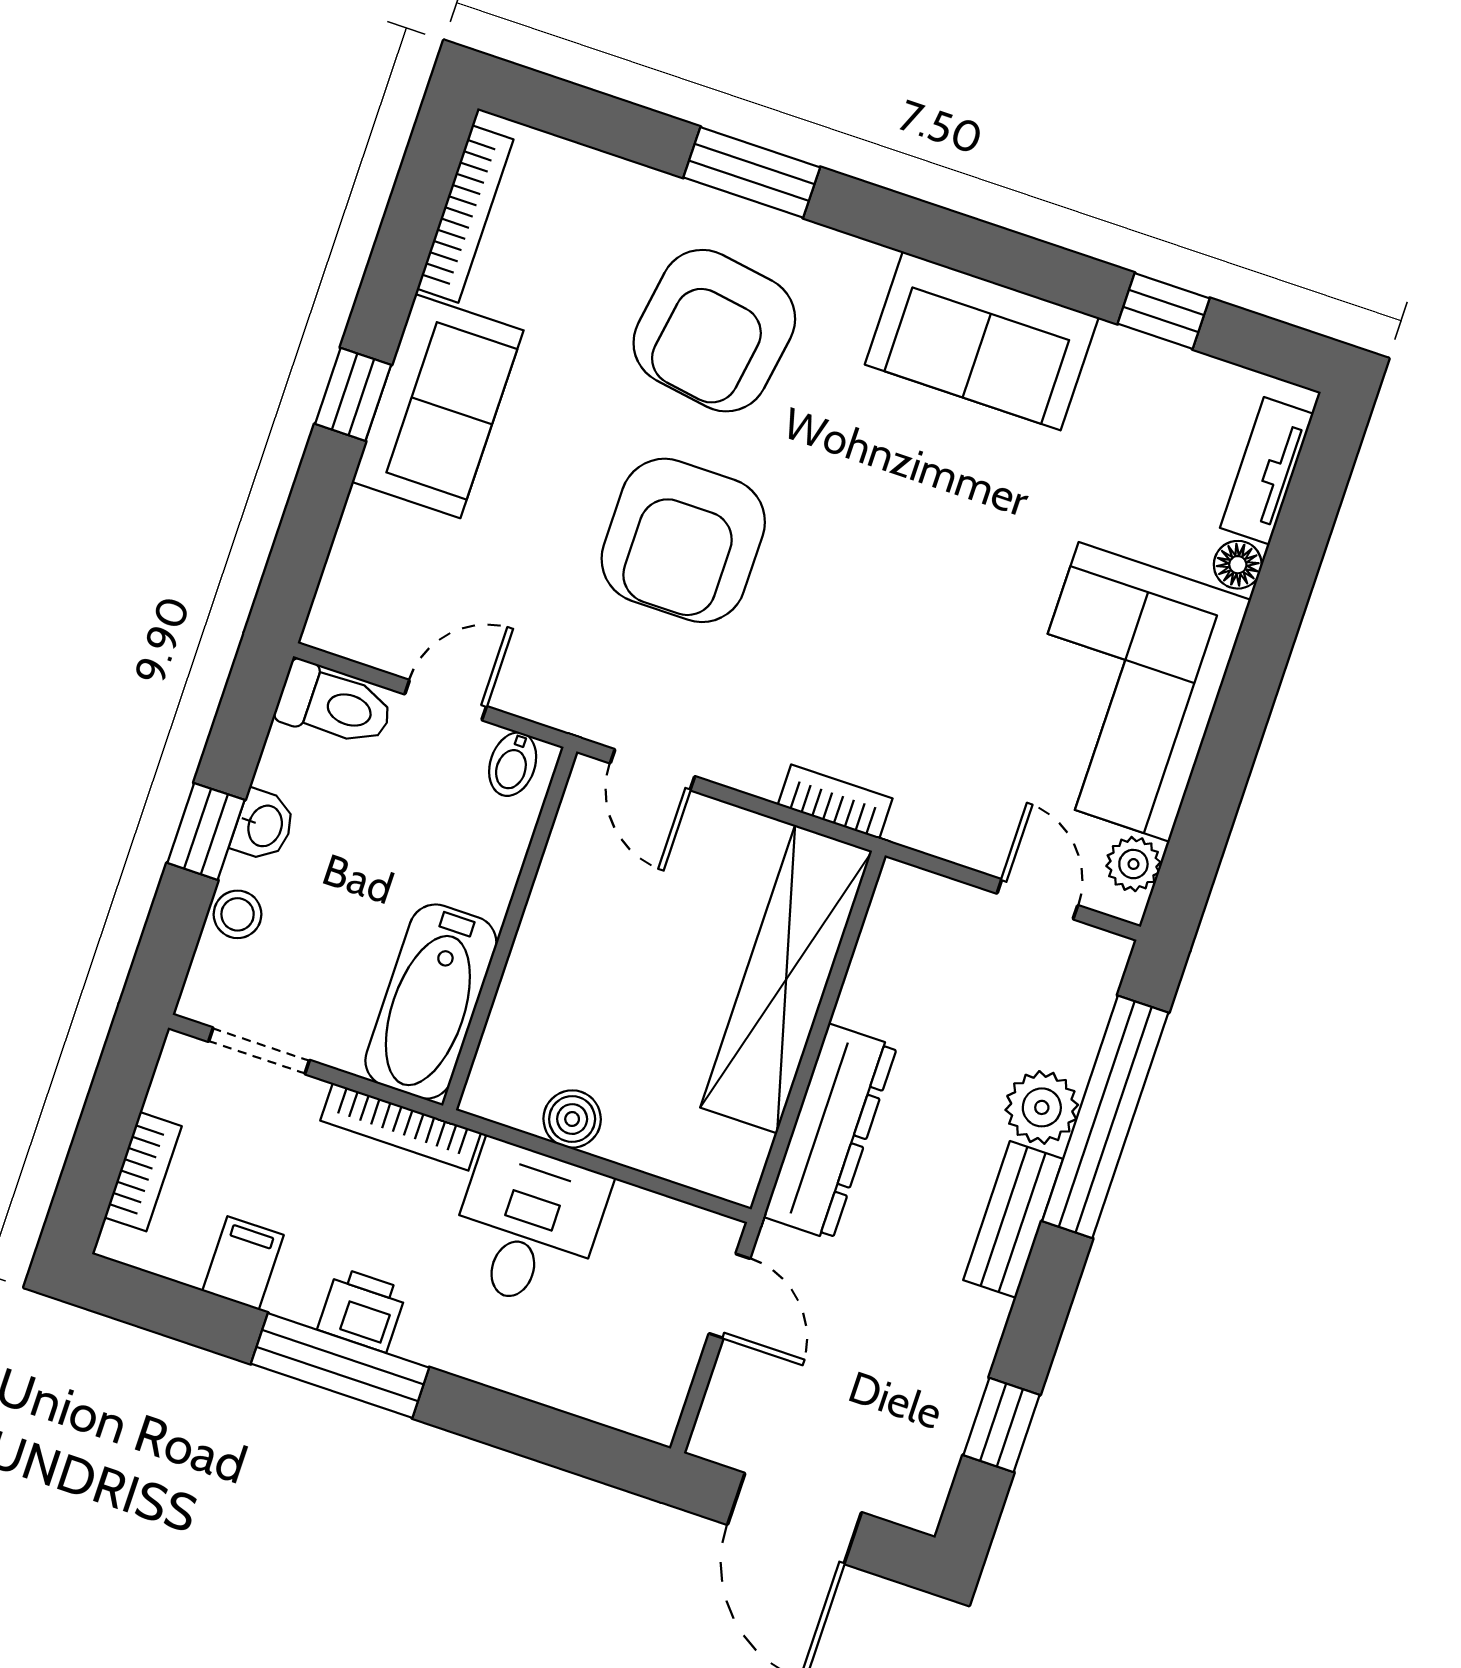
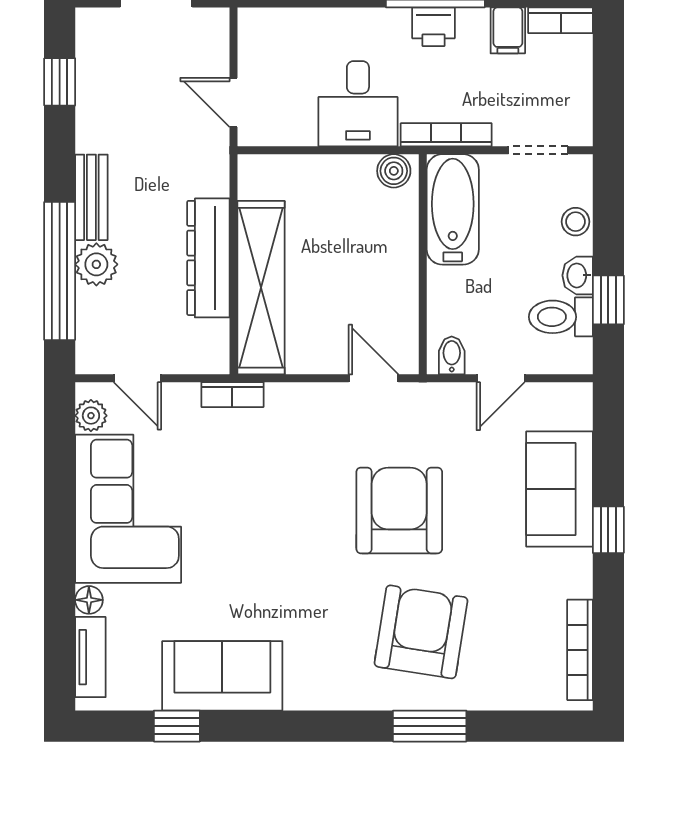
sofa: (982, 341) -> (222, 676), moved
sofa: (438, 406) -> (560, 489), moved
toilet: (335, 705) -> (561, 317), moved
bookcase: (835, 802) -> (232, 395), moved
window: (206, 831) -> (608, 300), moved
boiler: (572, 1119) -> (394, 171), moved
dresser: (830, 1132) -> (208, 258), moved
bookcase: (143, 1172) -> (561, 20), moved, turned -90

